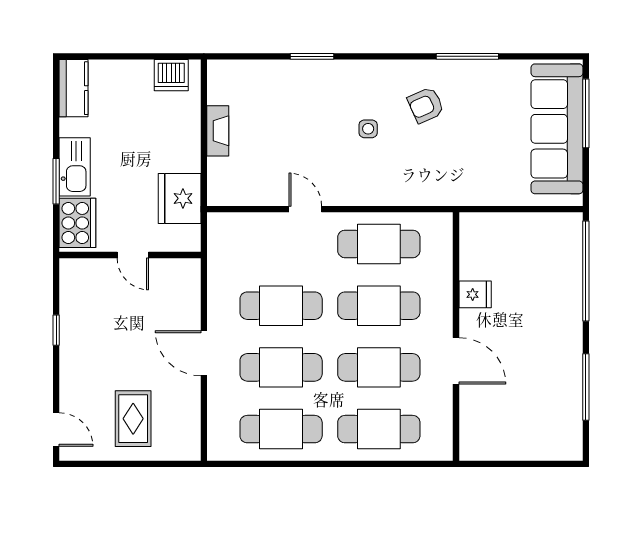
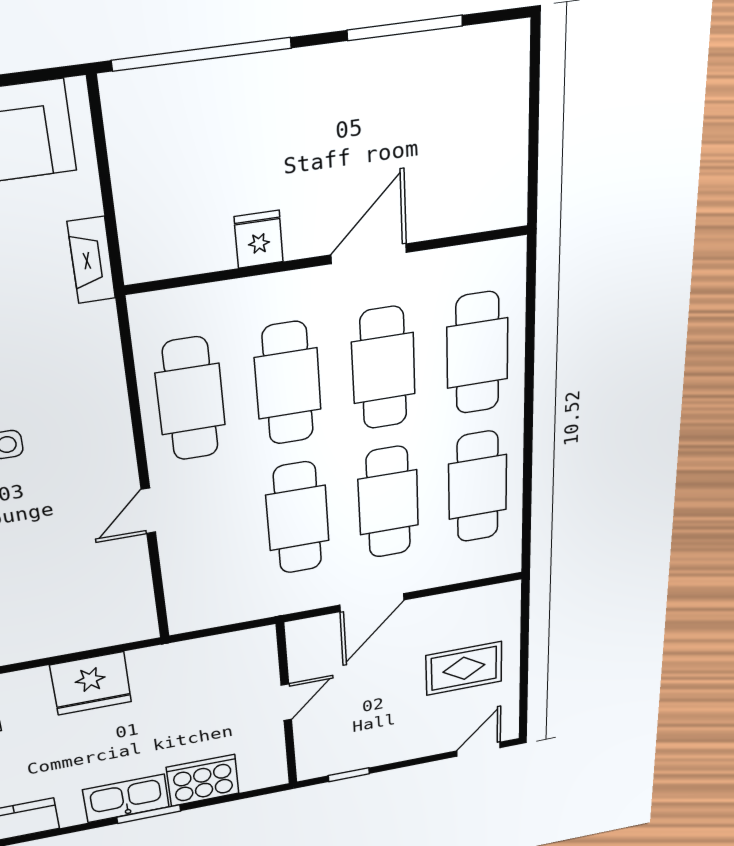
fireplace: (218, 131) -> (91, 260), moved, turned -90
fridge: (180, 198) -> (91, 684), moved
wall: (130, 255) -> (287, 705), moved
door: (133, 255) -> (286, 702), moved

